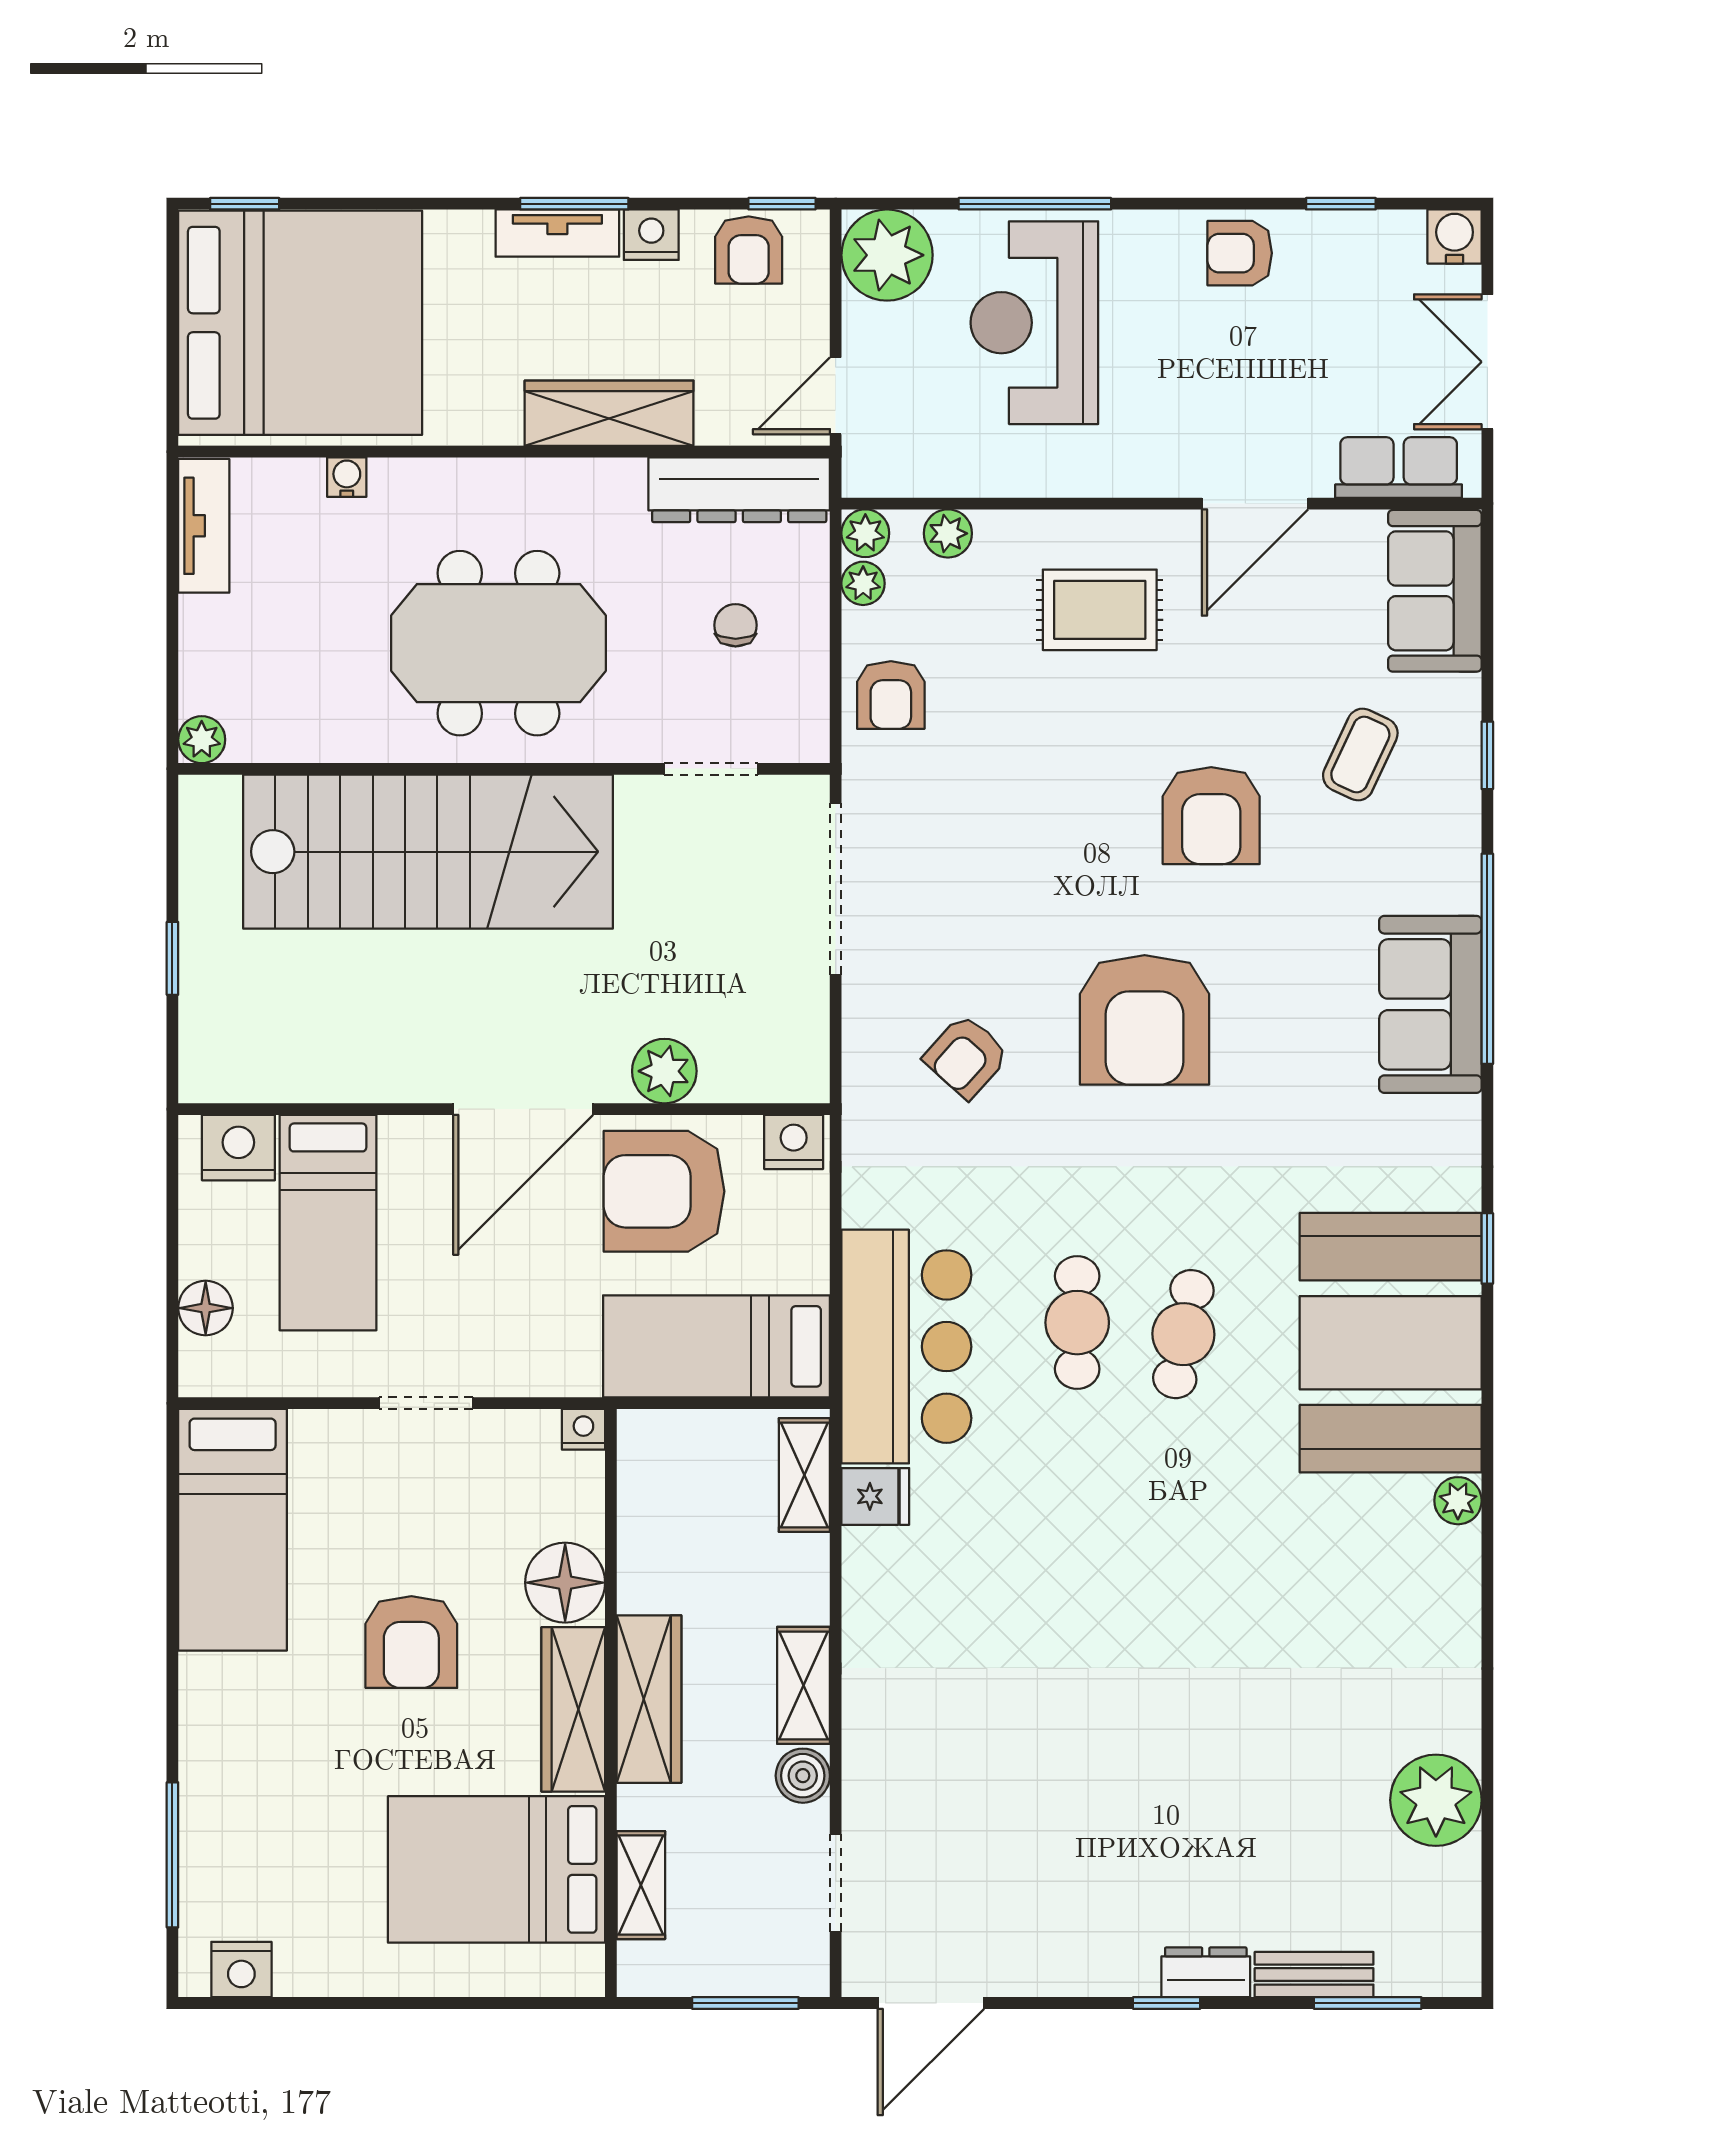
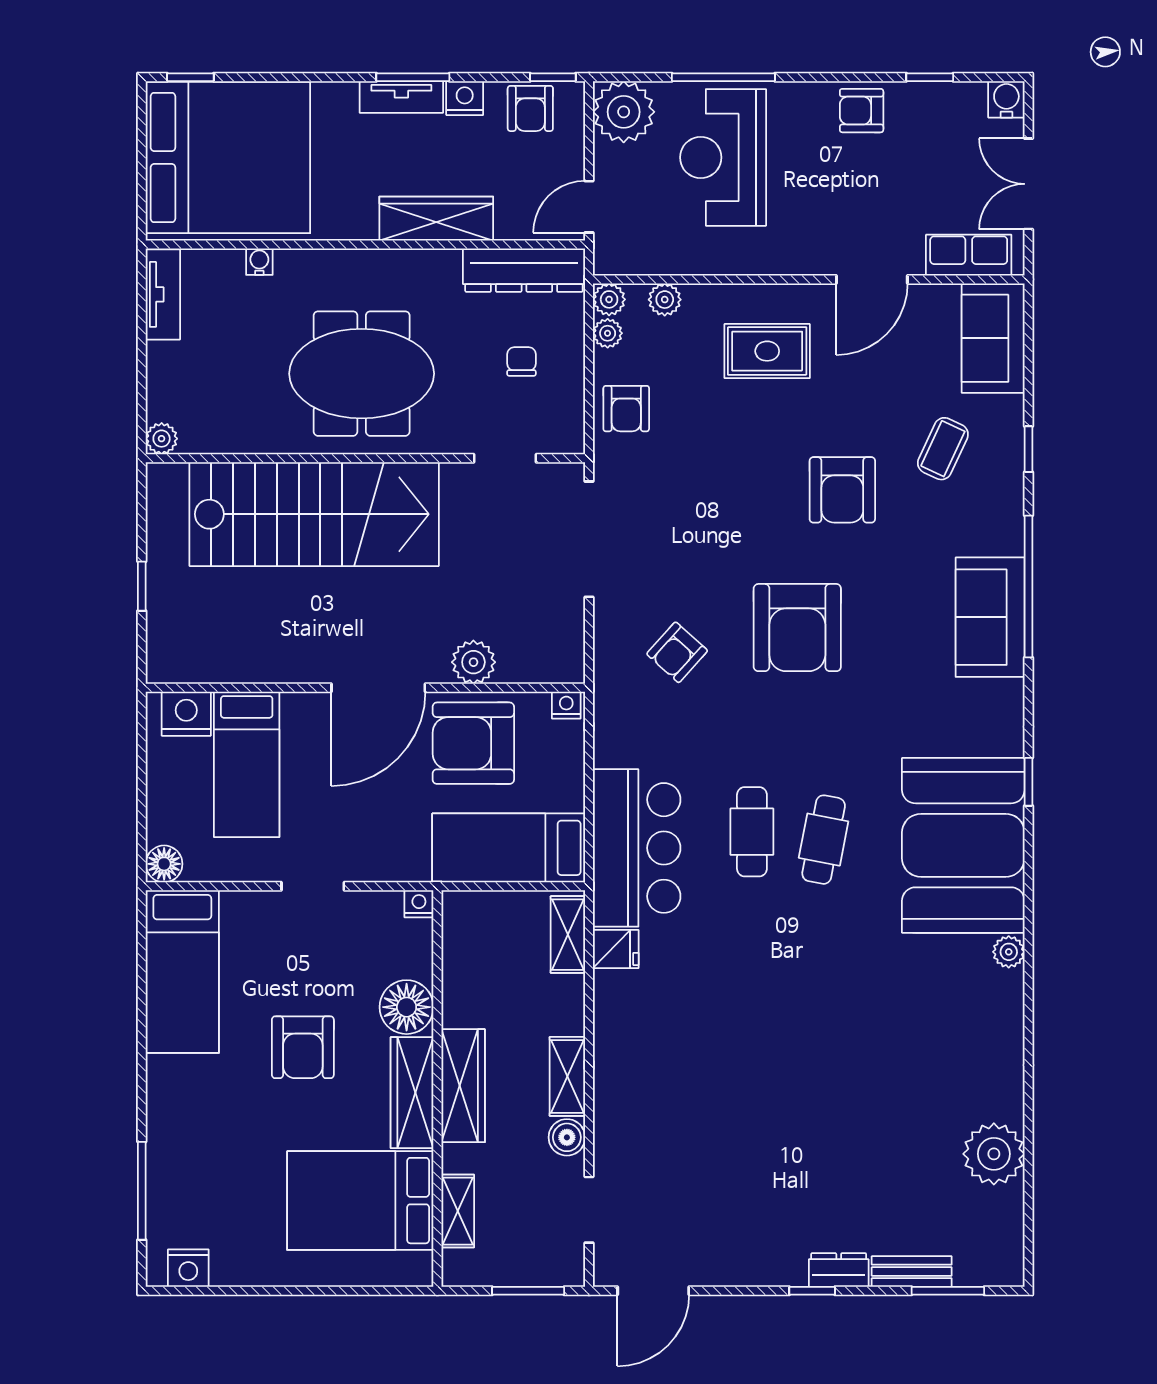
nightstand: (794, 1142) -> (566, 705), width x0.72, depth x0.74
floor lamp: (206, 1308) -> (164, 864), moved

